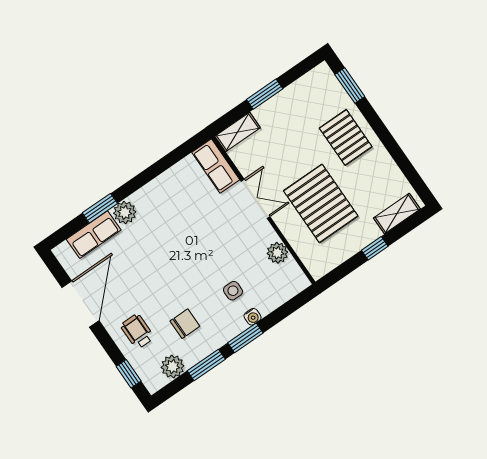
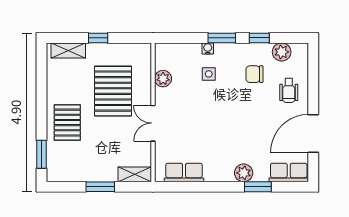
row of seats: (216, 166) -> (184, 172), moved, turned -90
row of seats: (94, 235) -> (289, 172), moved
window: (206, 365) -> (259, 38), width x0.67
window: (129, 374) -> (313, 67), removed

